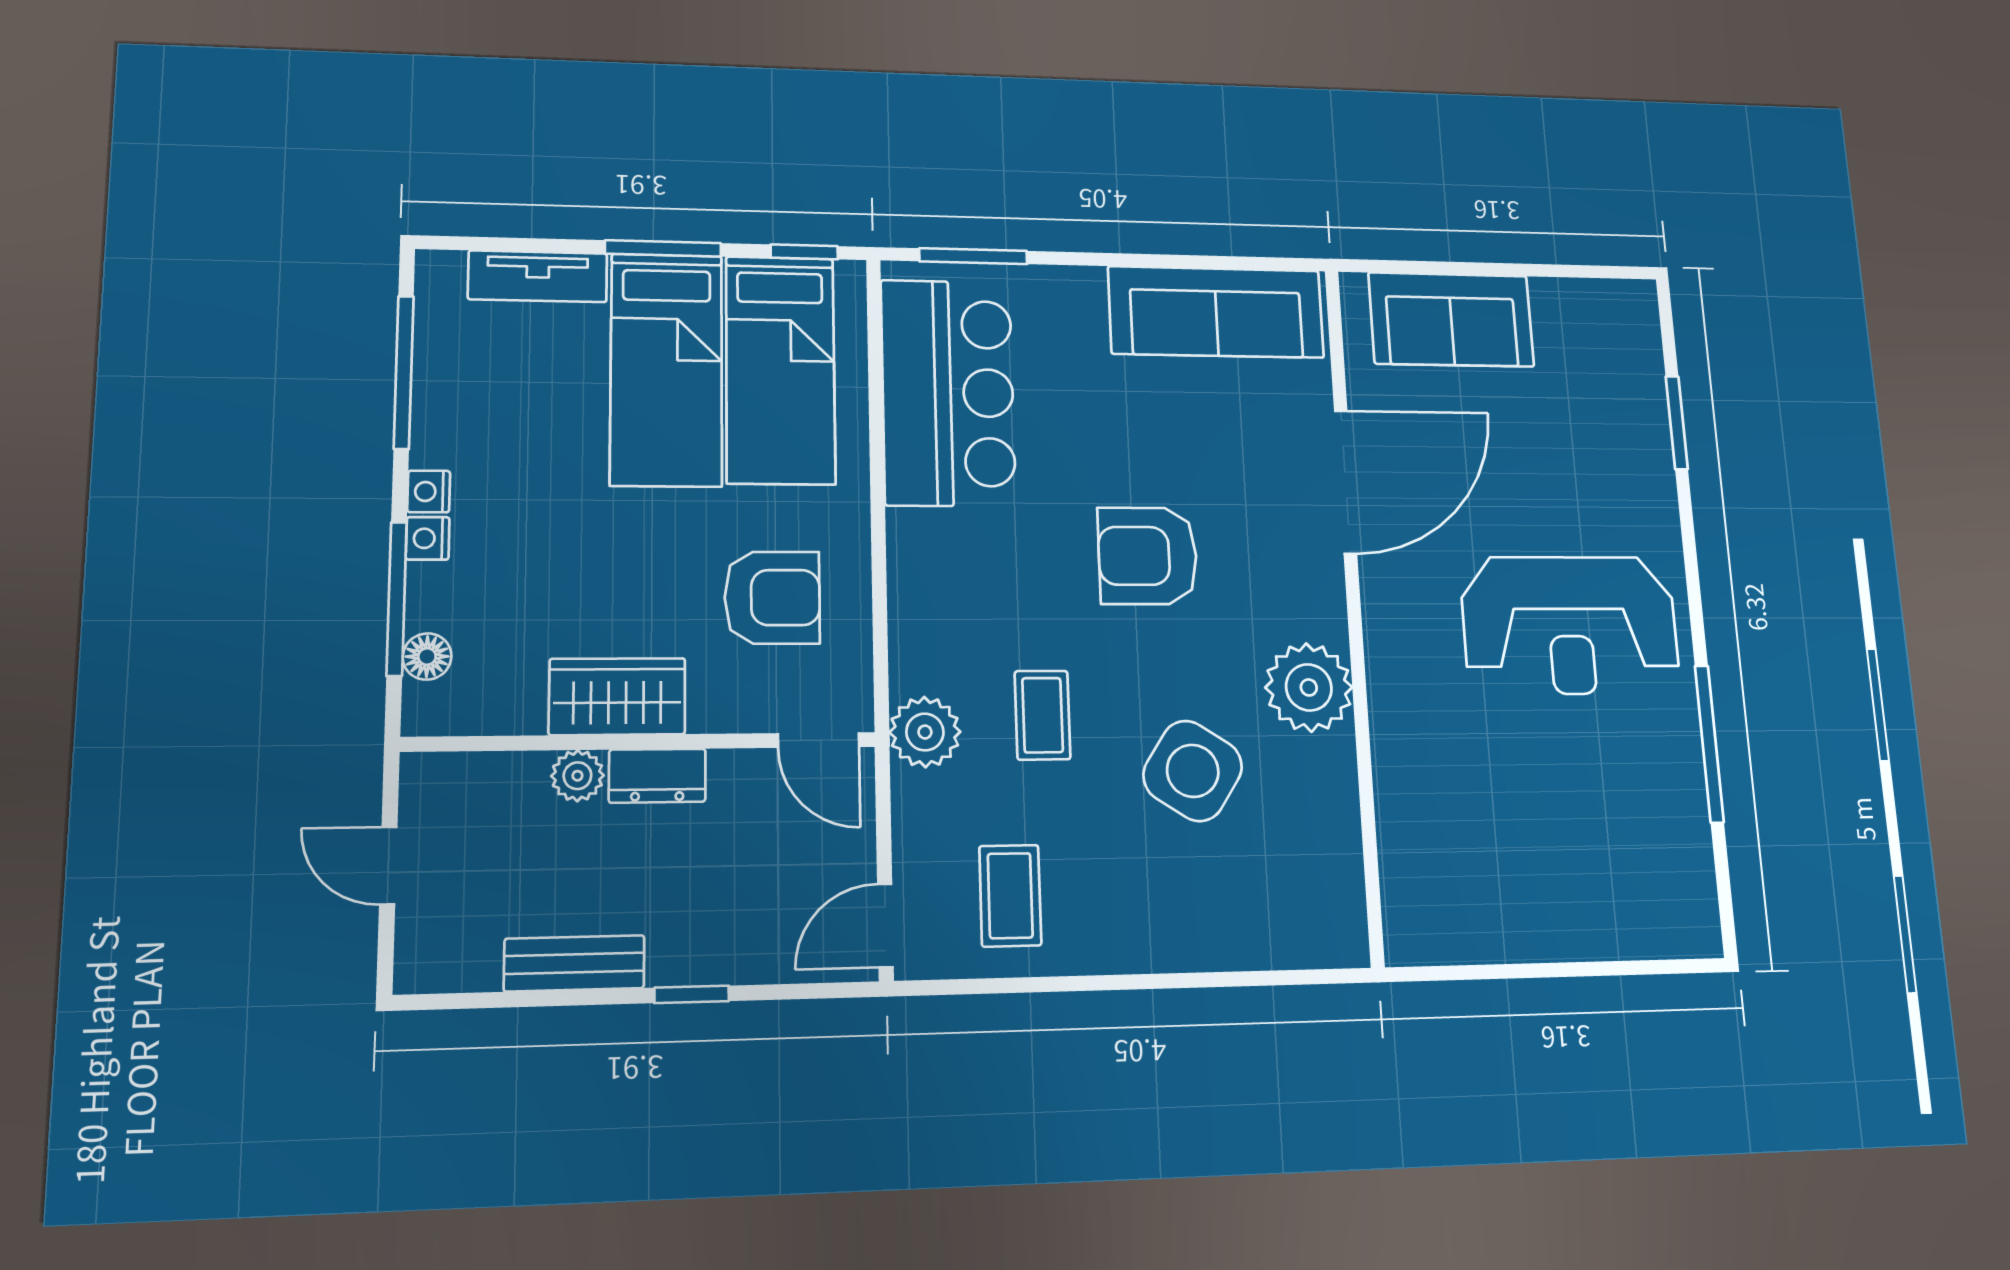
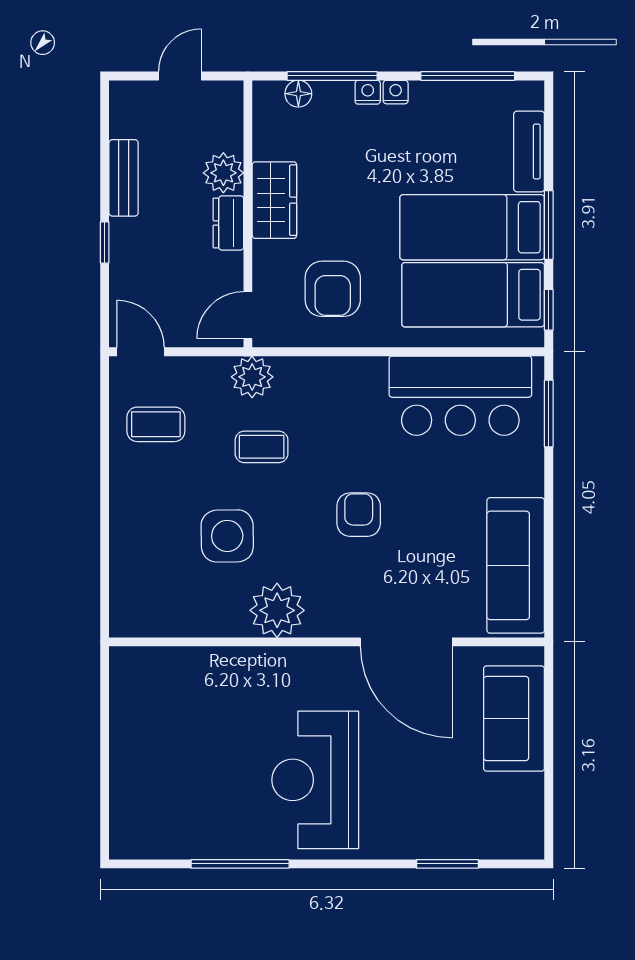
armchair: (1148, 556) -> (359, 515), width x0.72, depth x0.72
side table: (1193, 771) -> (227, 536), turned -34
plant: (577, 776) -> (223, 173), width x1.38, depth x1.38

